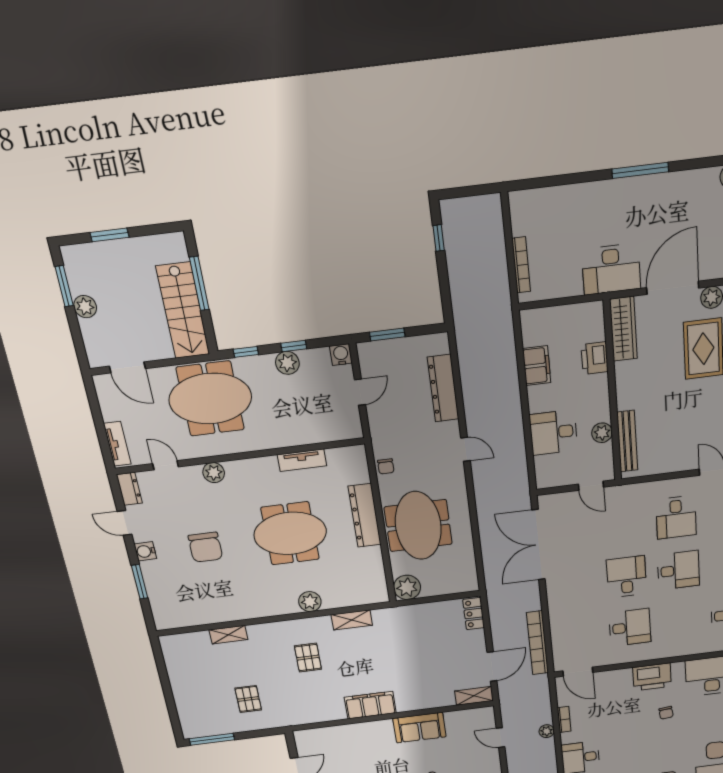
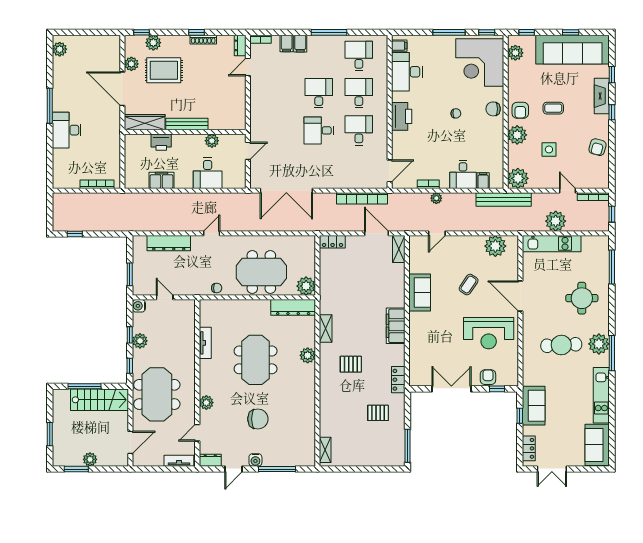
desk: (611, 269) -> (67, 130), moved, turned 180
bench: (627, 441) -> (187, 124), moved
dresser: (365, 515) -> (293, 307), moved
desk: (676, 517) -> (359, 93), moved, turned -90
window: (140, 582) -> (277, 469), width x1.44
shelving: (228, 635) -> (325, 450), moved
chair: (666, 713) -> (456, 113), moved
locker: (298, 717) -> (398, 380), added

